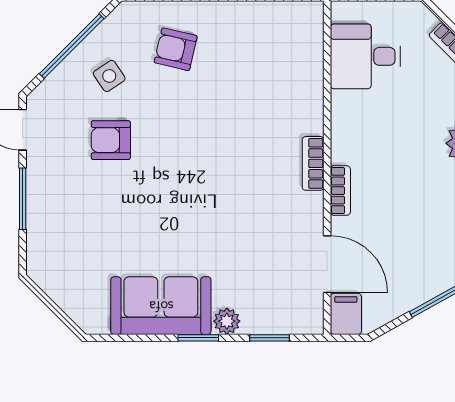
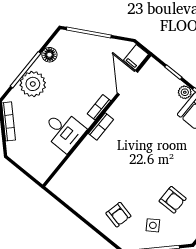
desk: (365, 56) -> (64, 131), moved

